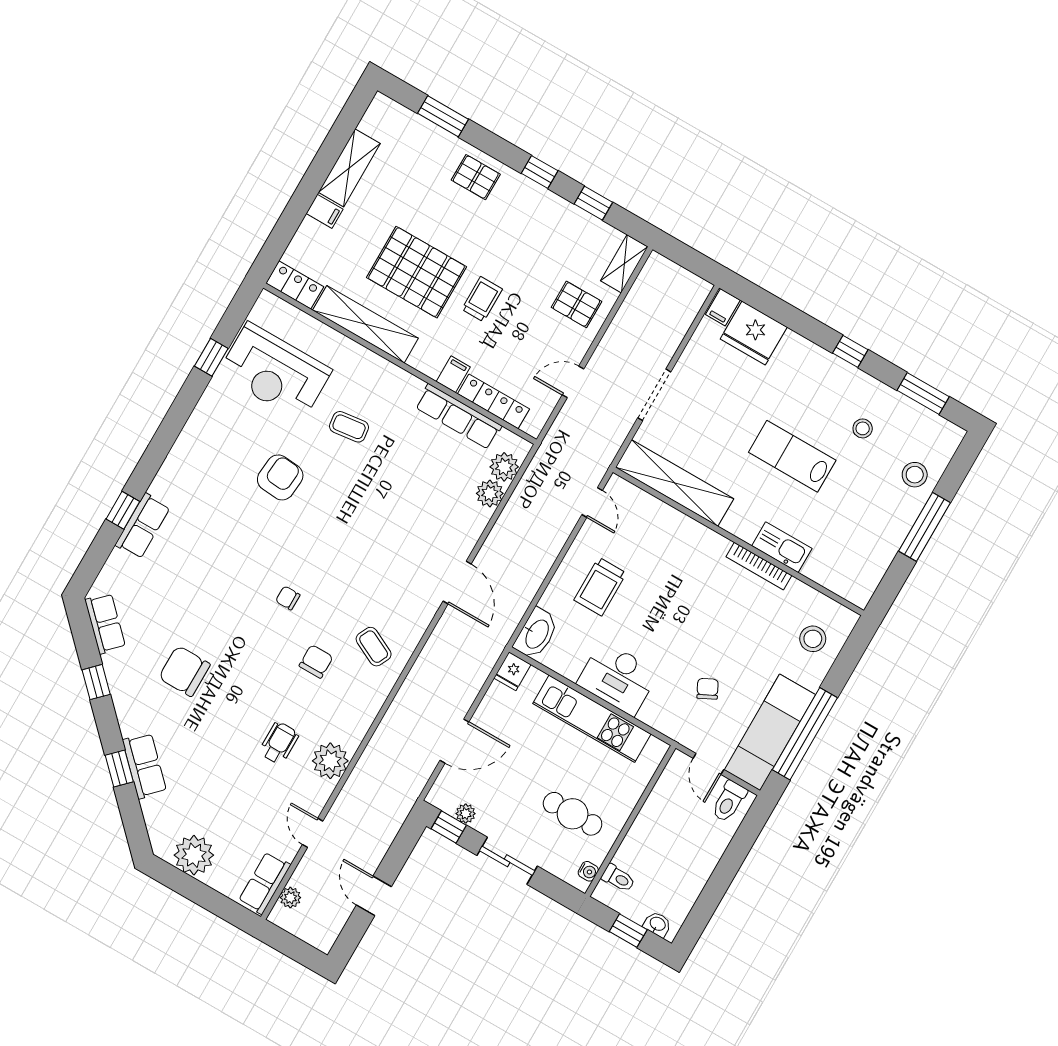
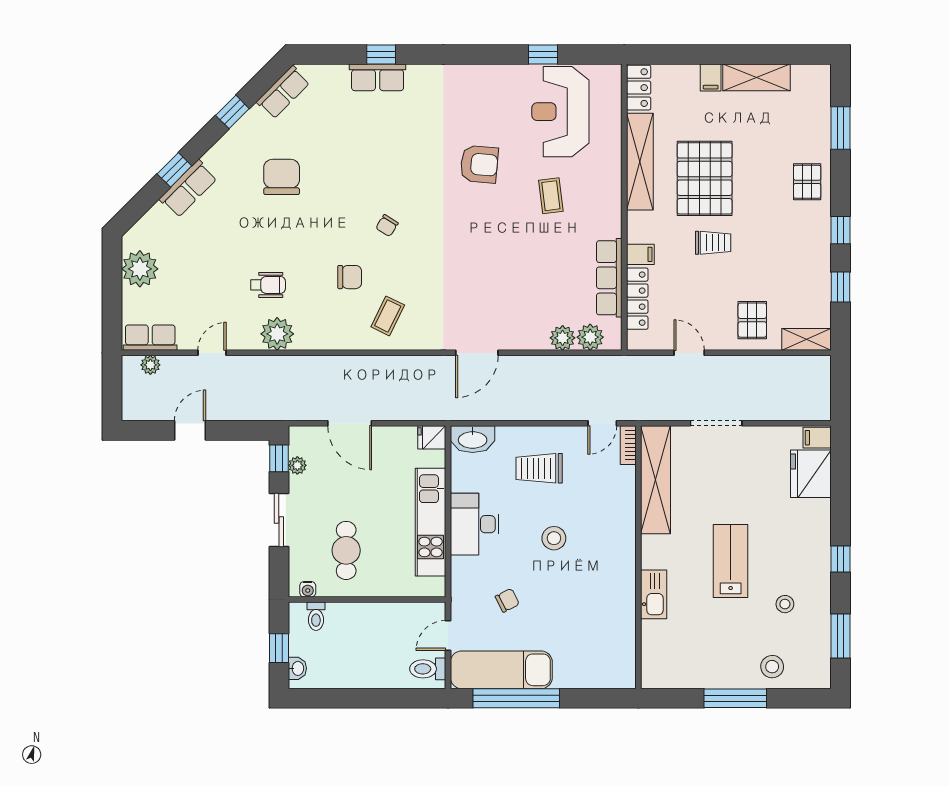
bookcase: (759, 566) -> (628, 445), moved, width x0.64
chair: (288, 598) -> (387, 226), turned -148
stool: (813, 639) -> (554, 538), moved

